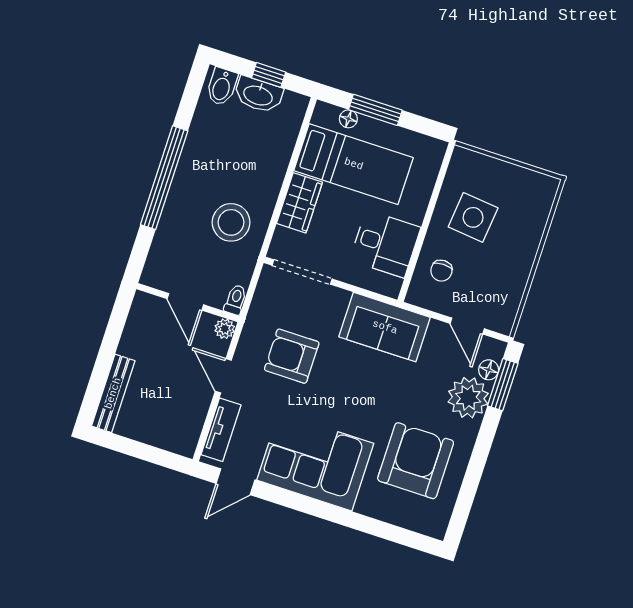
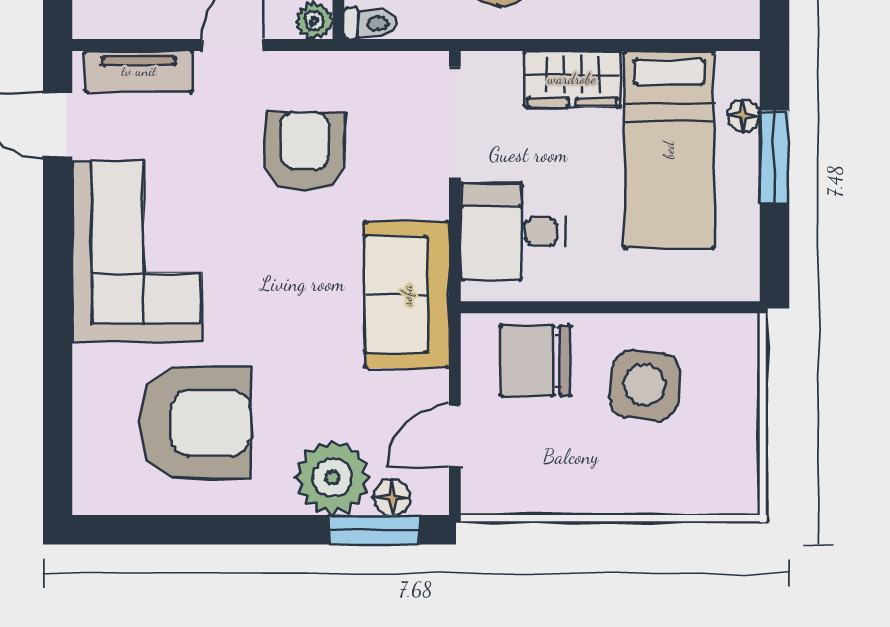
desk: (385, 244) -> (513, 232), moved, turned 90
chair: (441, 271) -> (536, 361), width x1.87, depth x1.87

